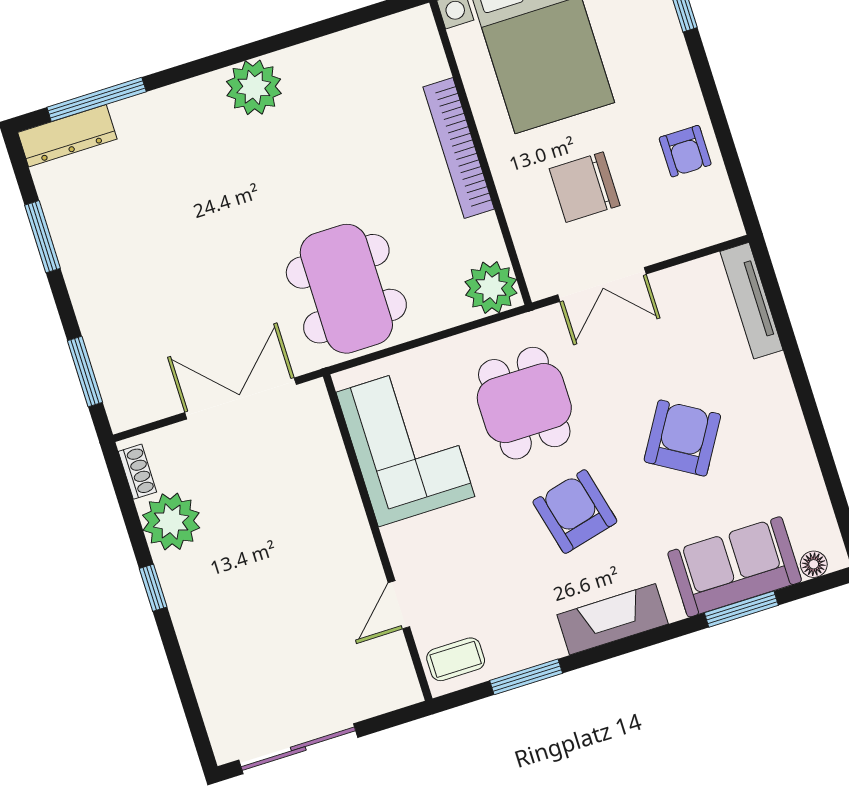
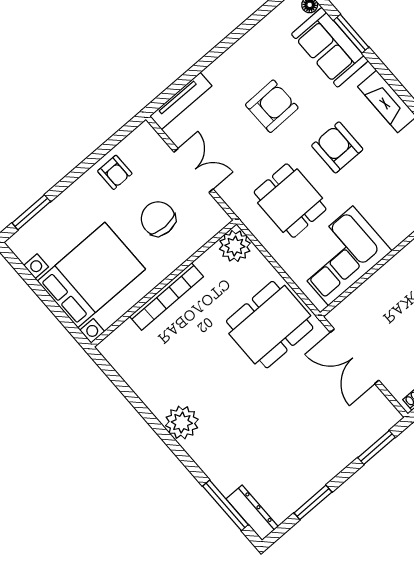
armchair: (685, 151) -> (115, 172), turned 90
chair: (585, 187) -> (158, 219), turned 180
double door: (602, 284) -> (194, 171), moved
dining table: (524, 403) -> (290, 201), turned 90
armchair: (682, 438) -> (272, 106), turned 148
armchair: (575, 512) -> (337, 147), turned 104

